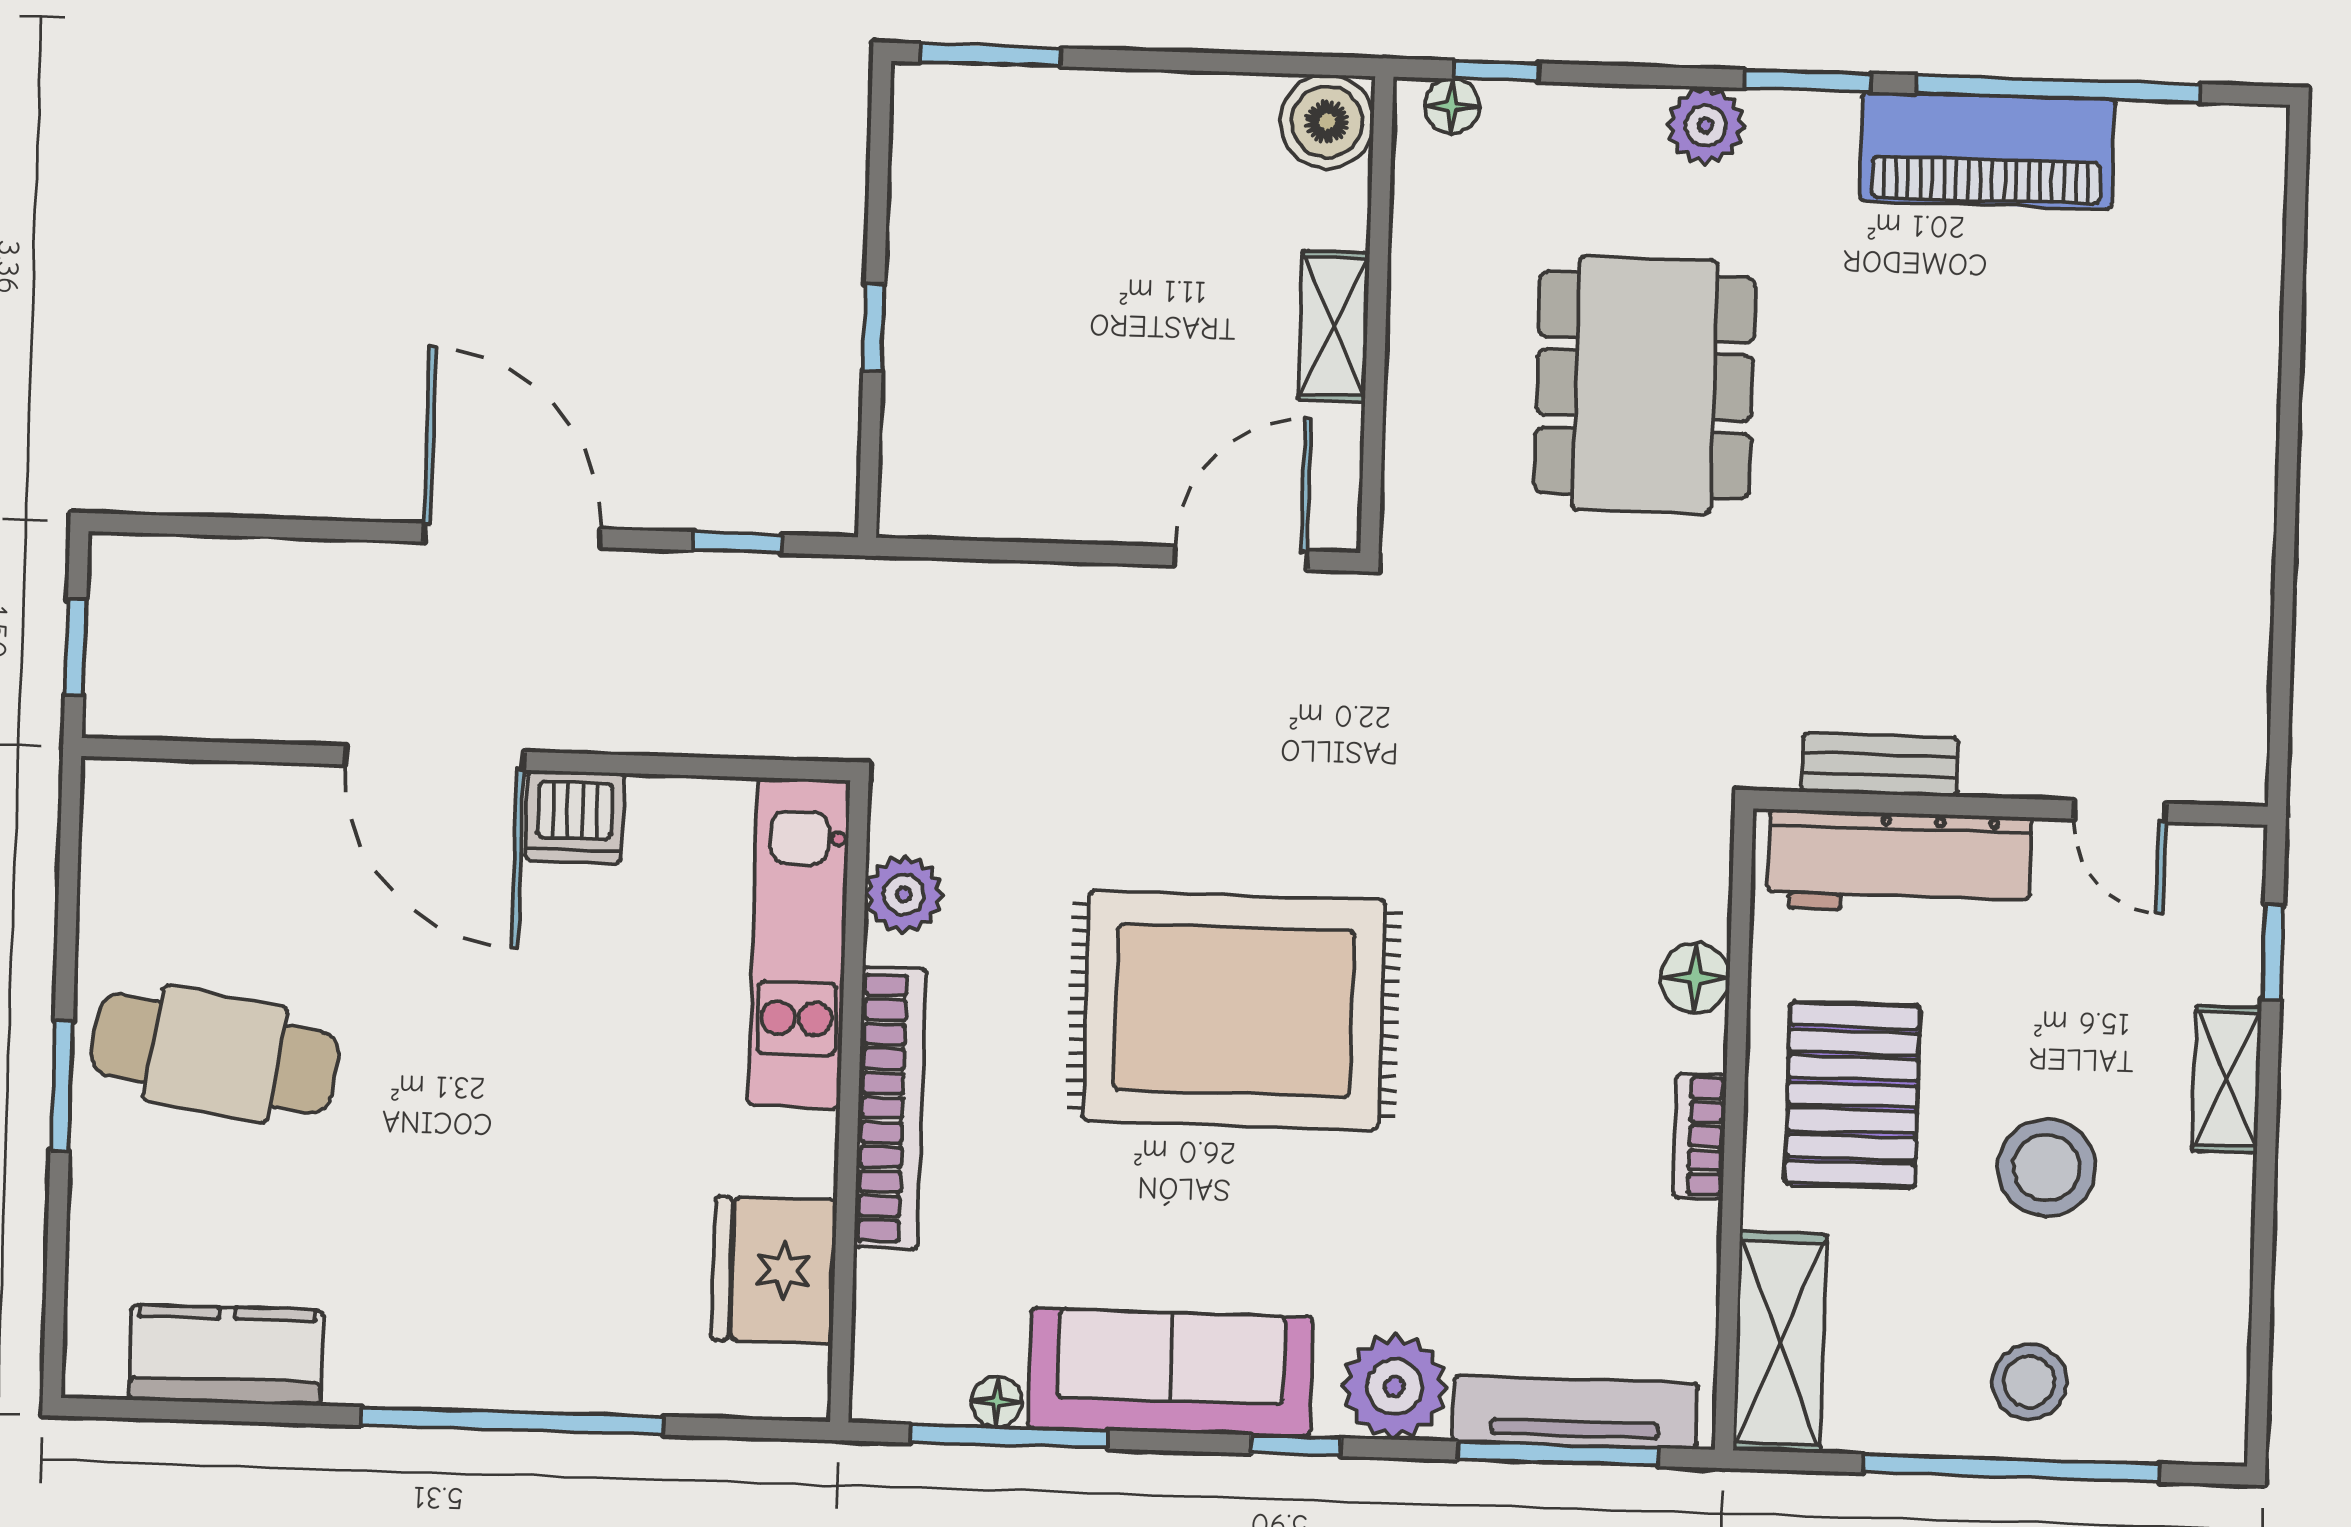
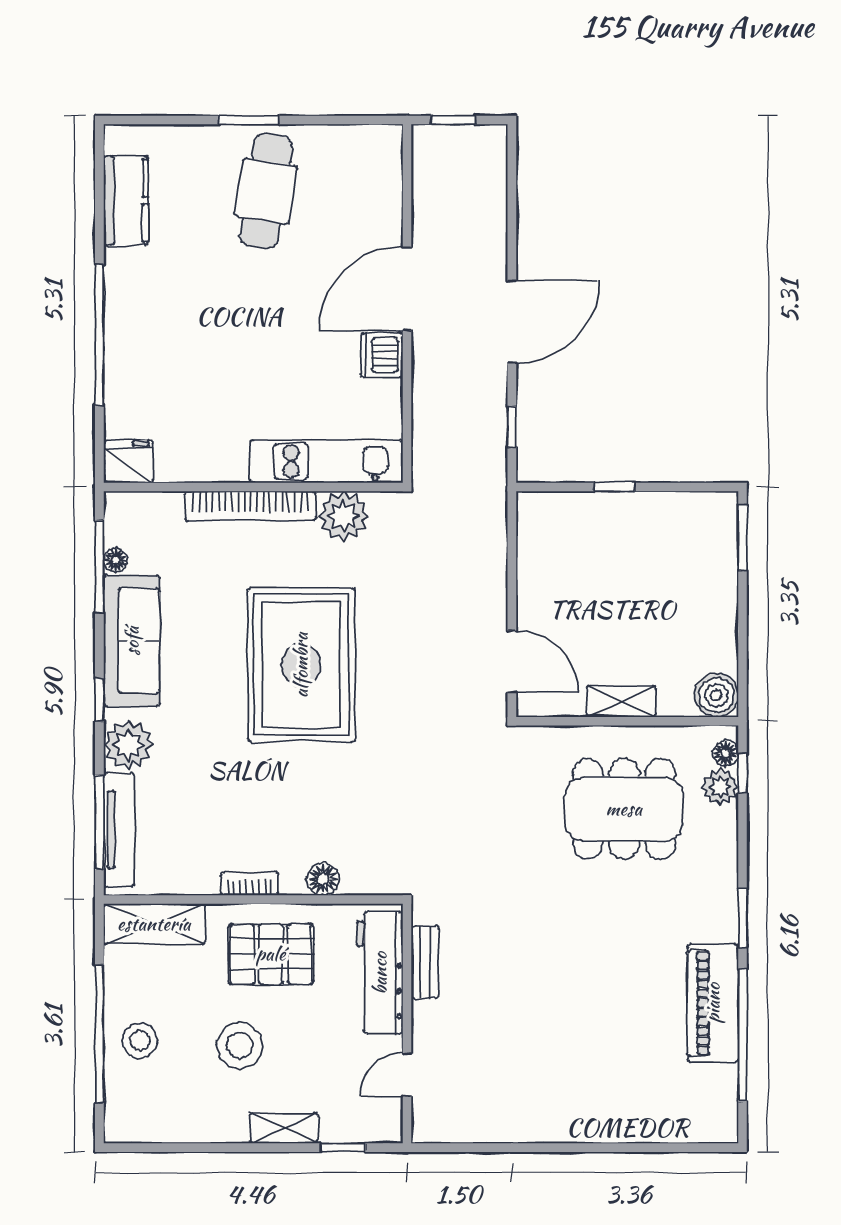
plant: (1706, 126) -> (720, 787), moved
dining table: (1645, 385) -> (624, 809), moved
plant: (904, 894) -> (344, 516), width x1.36, depth x1.36
fridge: (774, 1270) -> (128, 462), moved, width x0.73, depth x0.75

